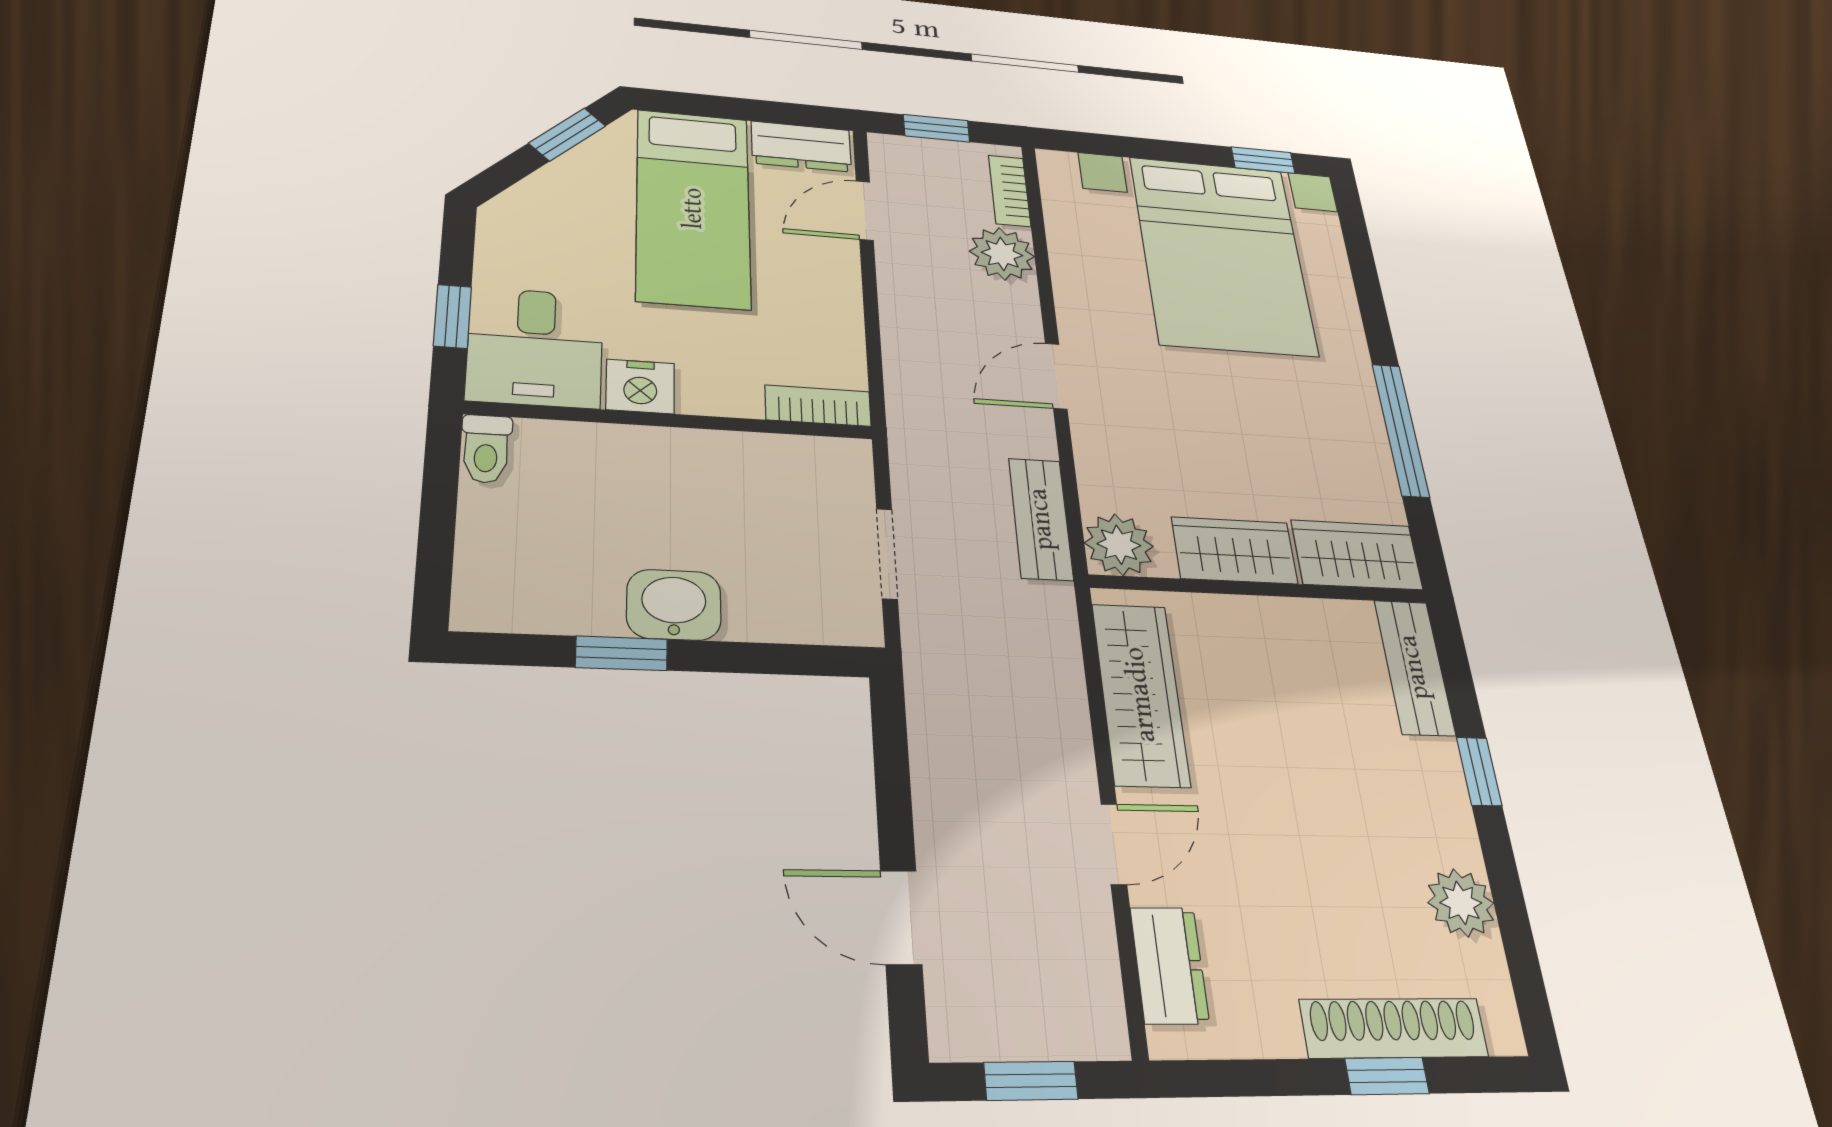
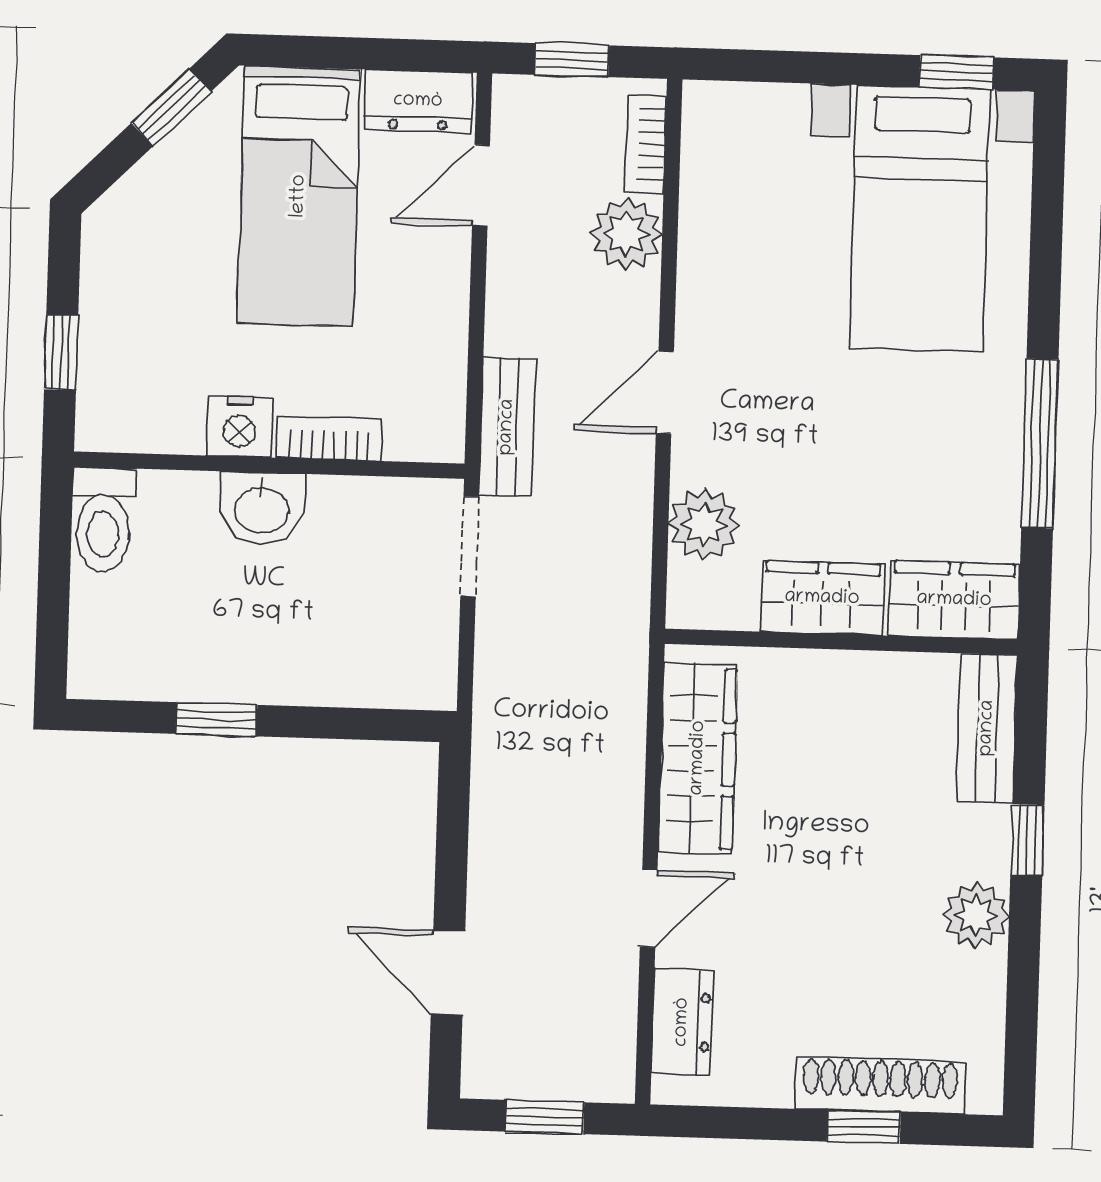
bed with nightstands: (1222, 255) -> (920, 219), width x0.73
desk: (535, 347) -> (139, 385), removed
bookcase: (818, 406) -> (329, 439), moved
toilet: (486, 449) -> (103, 520), width x1.37, depth x1.39
bench: (1041, 519) -> (507, 427), moved
plant: (1119, 545) -> (704, 524), moved
doorway: (887, 554) -> (470, 546), moved
washbasin: (674, 605) -> (262, 509), moved, turned 180
plant: (1461, 903) -> (976, 915), moved

